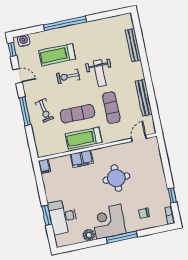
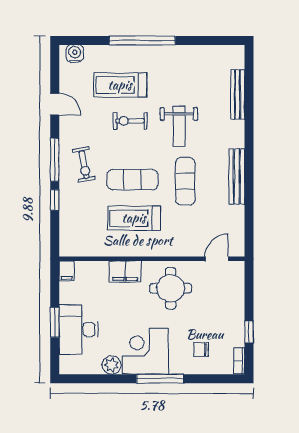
window: (12, 50) -> (55, 200), moved
door: (139, 138) -> (217, 259), moved
wall: (97, 147) -> (152, 259), moved
filing cabinet: (82, 159) -> (125, 271), moved
filing cabinet: (44, 166) -> (67, 271), moved

